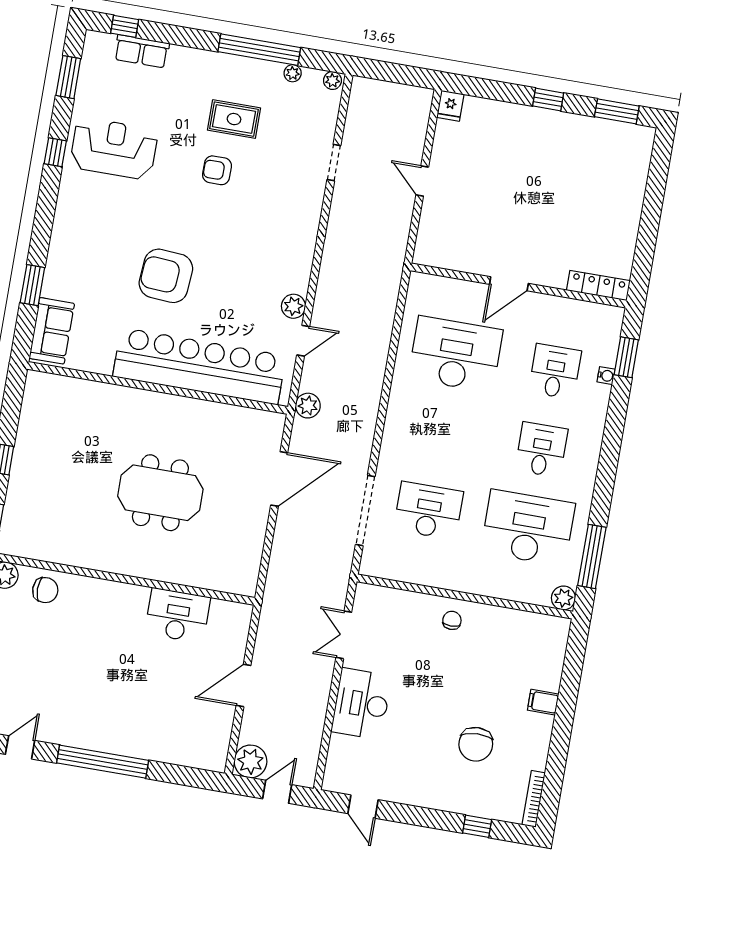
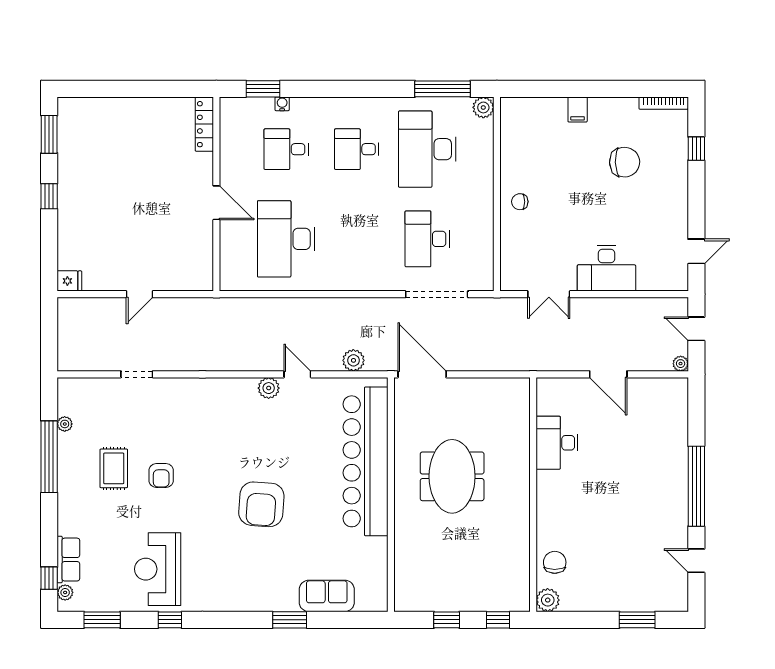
plant: (332, 81) -> (65, 592), moved
bar counter: (199, 366) -> (365, 461), moved
wall: (158, 388) -> (391, 495), moved
plant: (250, 761) -> (681, 364), width x0.53, depth x0.53

